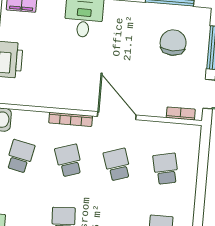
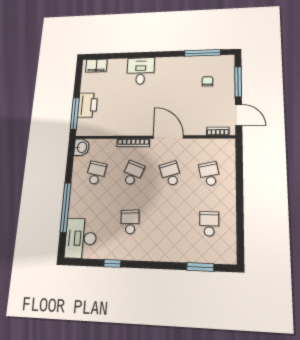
chair: (173, 43) -> (207, 81), width x0.54, depth x0.54
school desk: (69, 160) -> (133, 173), turned 39

